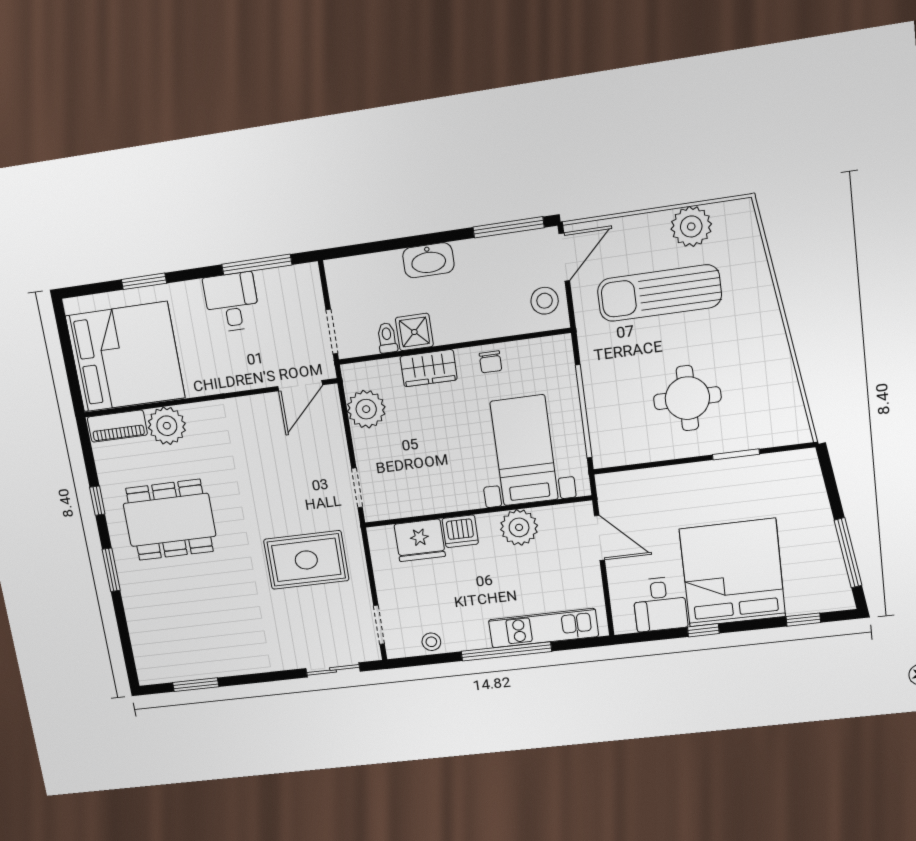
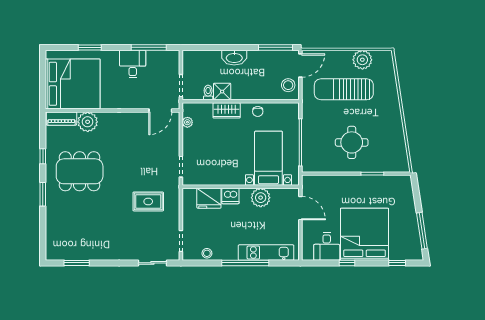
plant: (366, 409) -> (187, 122), width x0.53, depth x0.53
rug: (306, 560) -> (148, 201), width x0.73, depth x0.70

